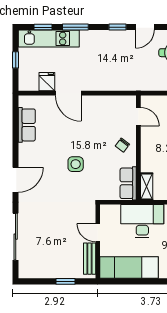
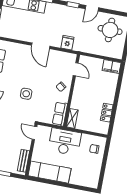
fridge: (47, 82) -> (67, 43), moved
door: (68, 93) -> (41, 46), moved
door: (98, 233) -> (35, 133), moved

